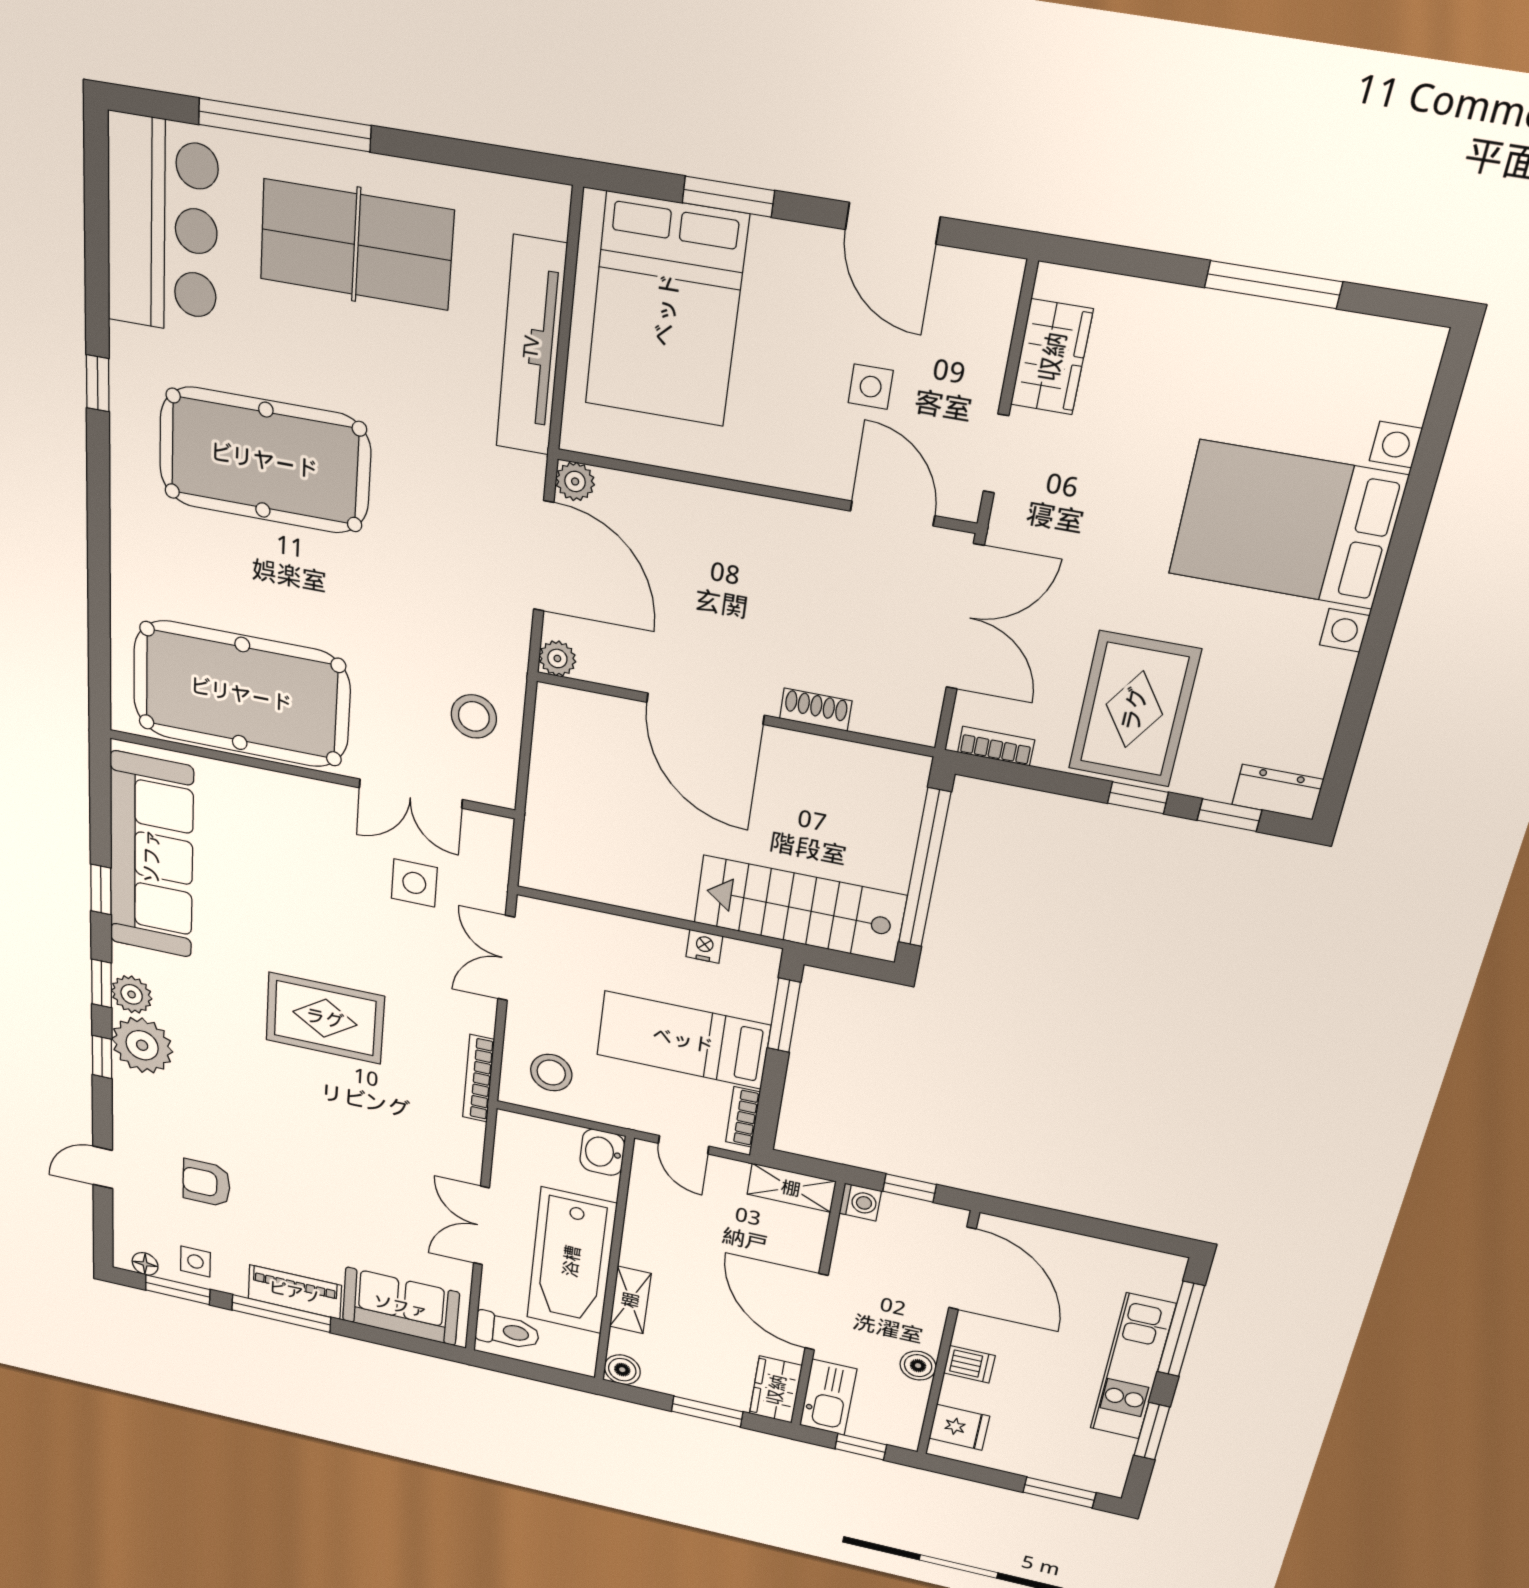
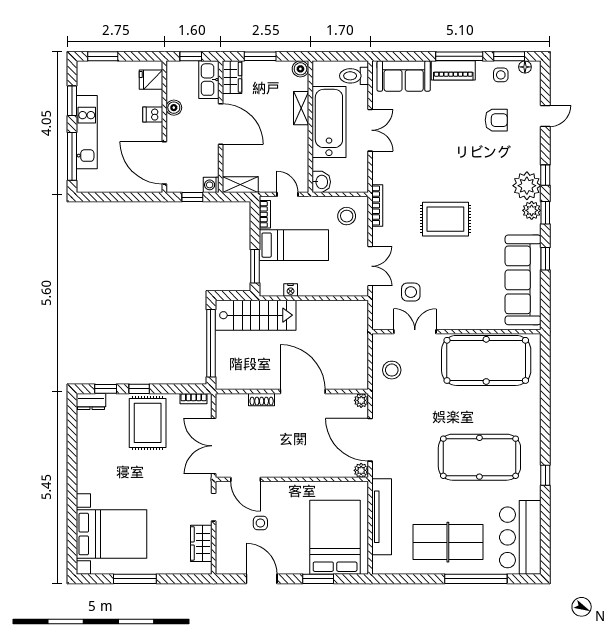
bed with nightstands: (1287, 525) -> (112, 534), moved

